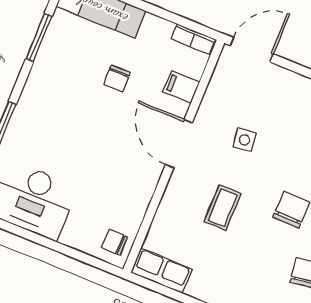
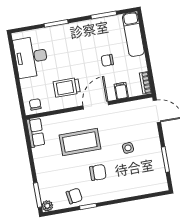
side table: (245, 140) -> (128, 148), moved
trolley: (119, 173) -> (67, 87), added
coffee table: (223, 208) -> (80, 142), width x1.86, depth x1.72

